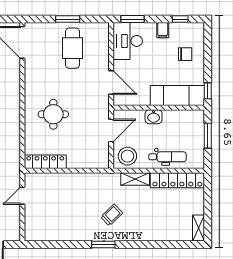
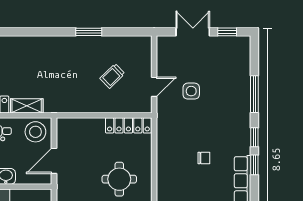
trolley: (112, 215) -> (112, 76), moved
window: (103, 244) -> (89, 32), moved

